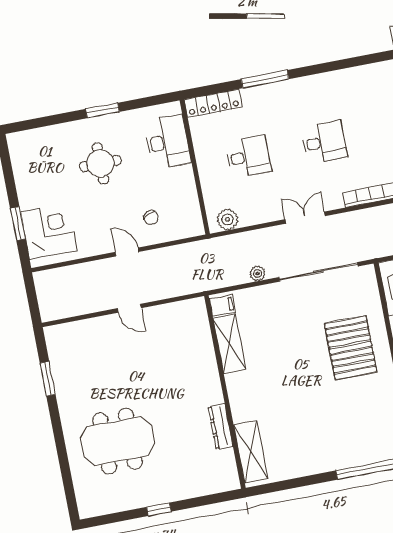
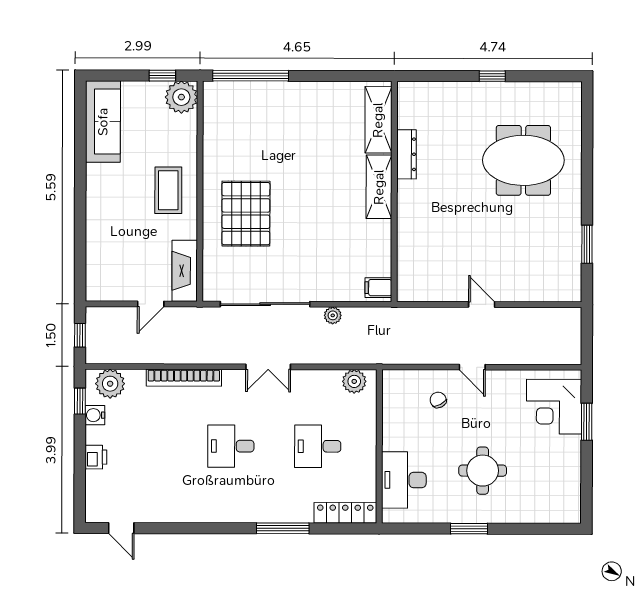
shelving: (229, 343) -> (379, 187), moved

